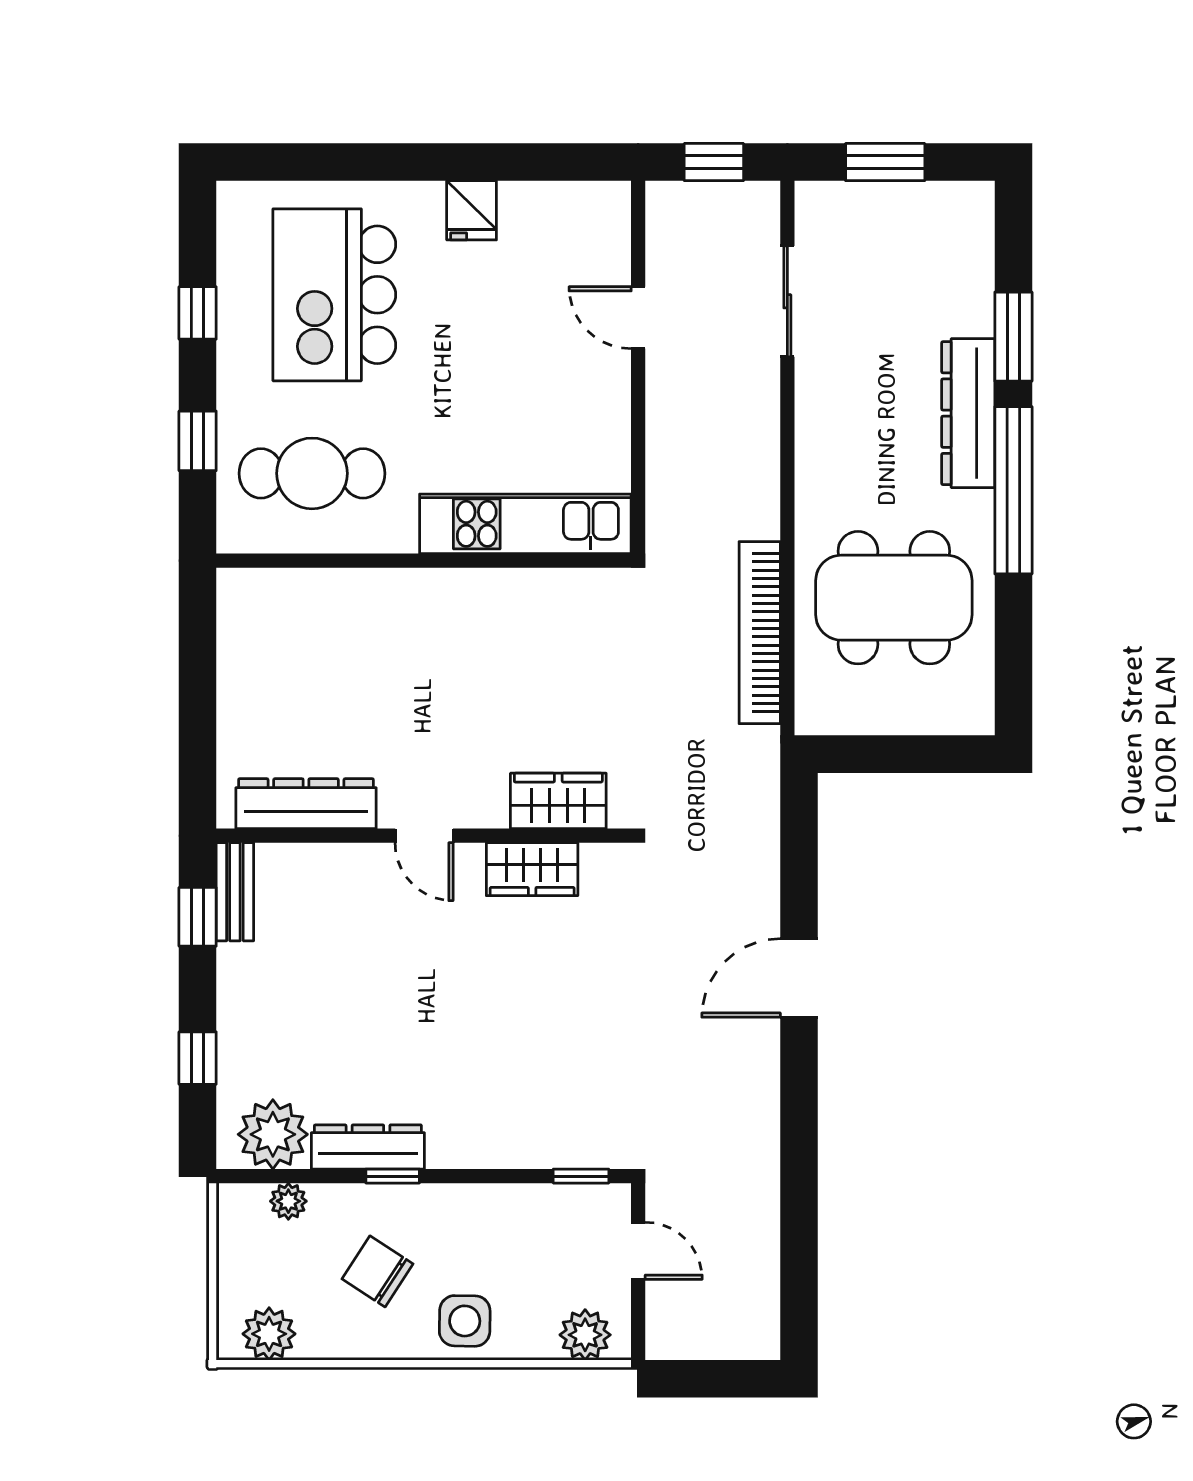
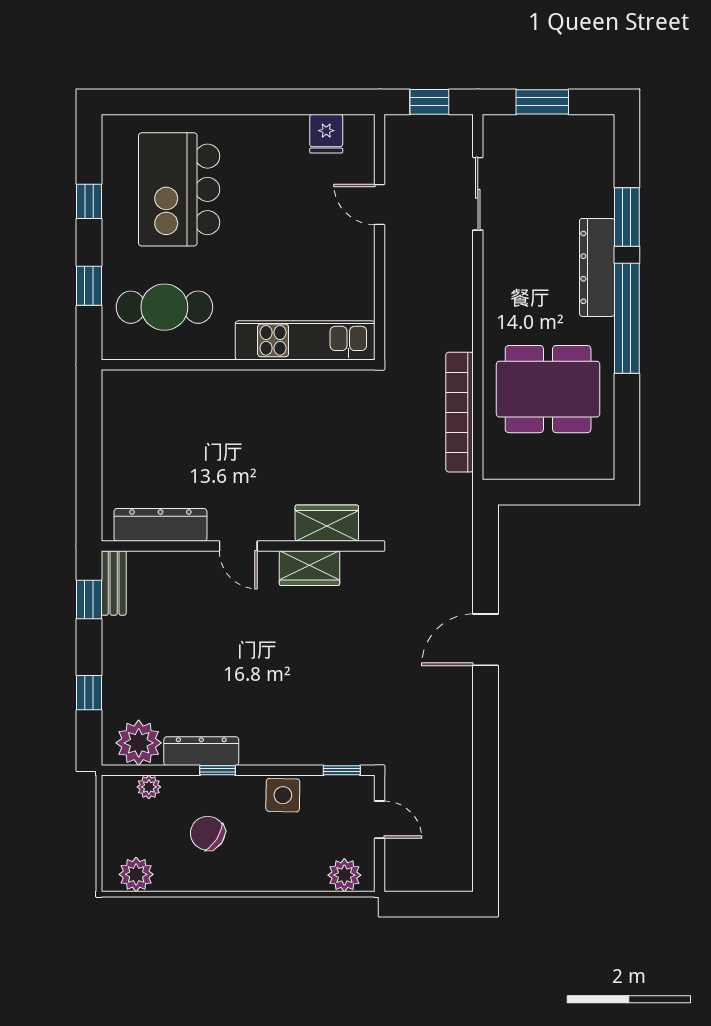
fridge: (472, 210) -> (326, 134), moved
side table: (465, 1321) -> (283, 795), moved

